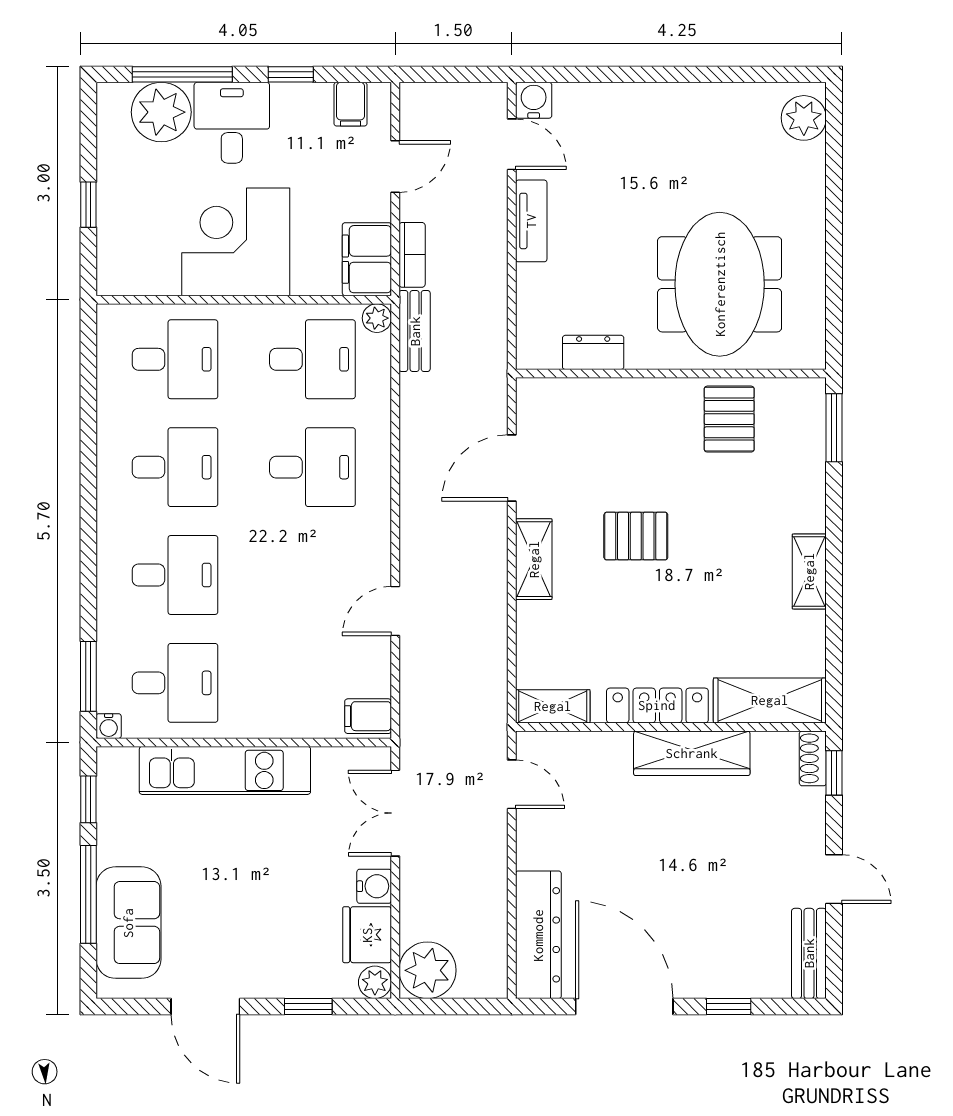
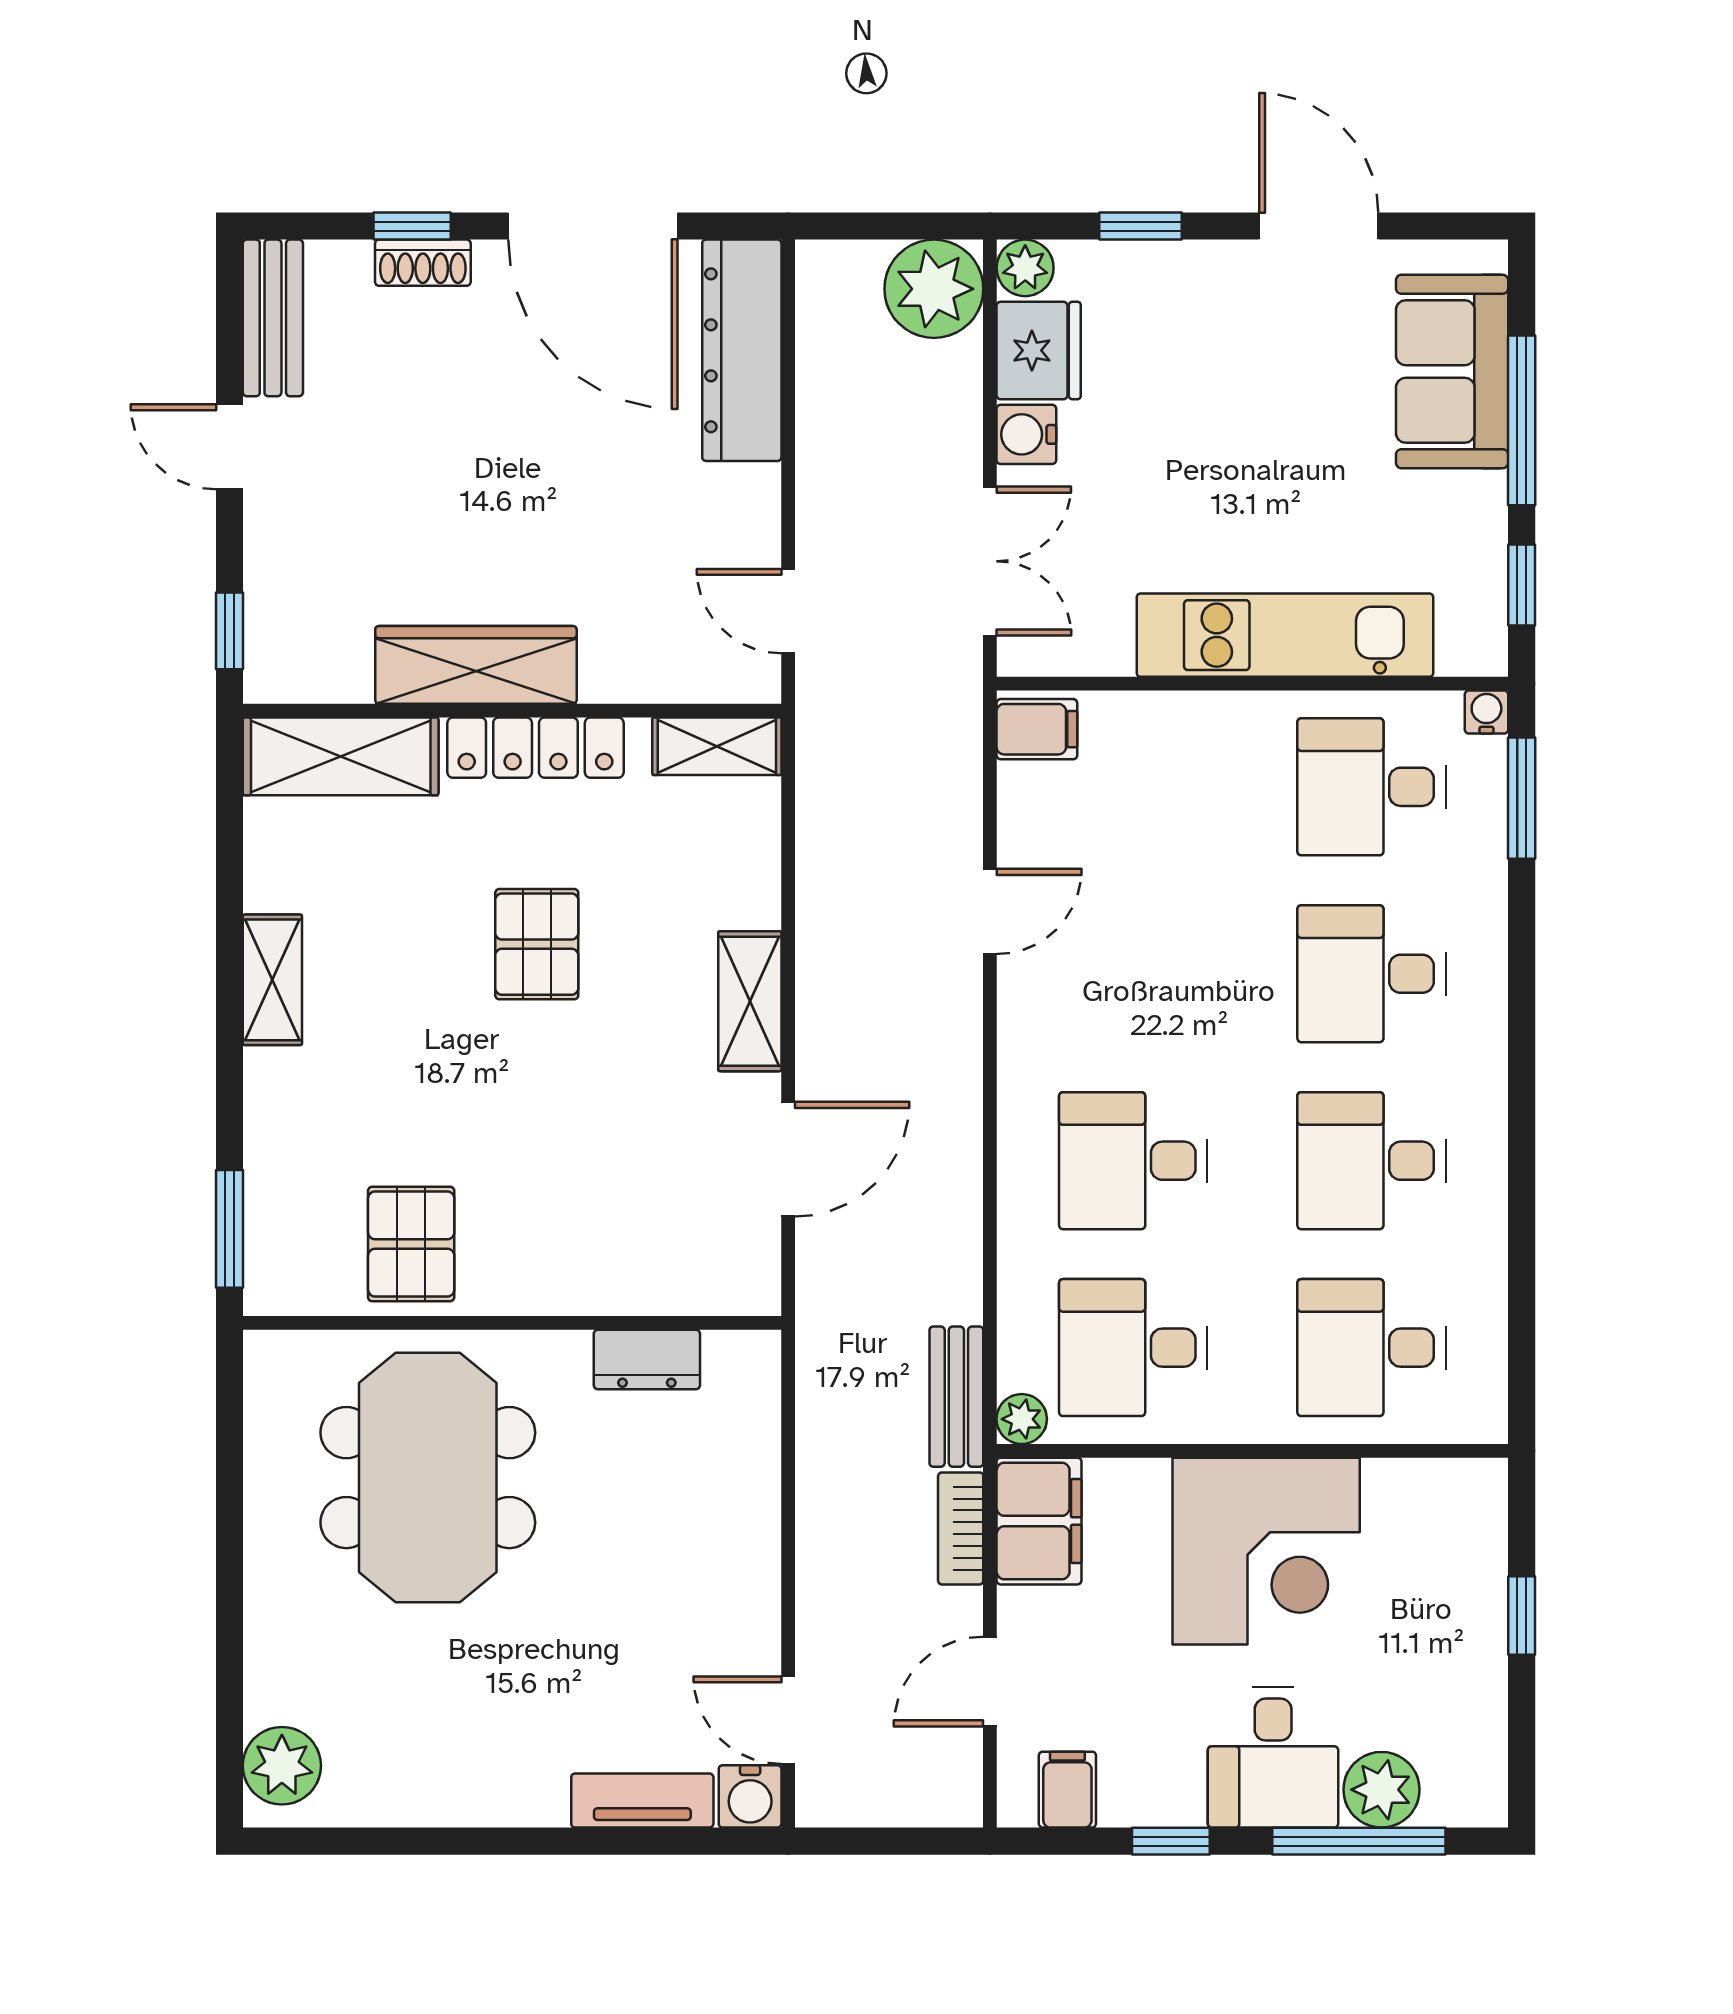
plant: (161, 112) -> (1381, 1790), width x0.73, depth x0.73
tv unit: (531, 221) -> (642, 1801), moved, turned 90
pallet: (636, 536) -> (537, 944), moved, turned 90
shoe rack: (813, 758) -> (423, 263), moved, turned 90

